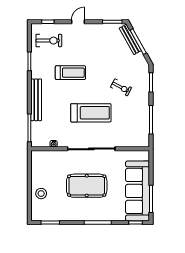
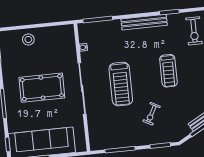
treadmill: (70, 73) -> (168, 71), moved
bench: (36, 100) -> (144, 22), moved
pool table: (87, 186) -> (42, 88), turned 90

